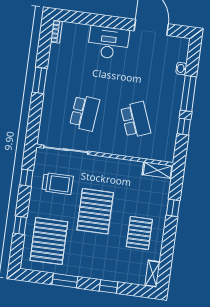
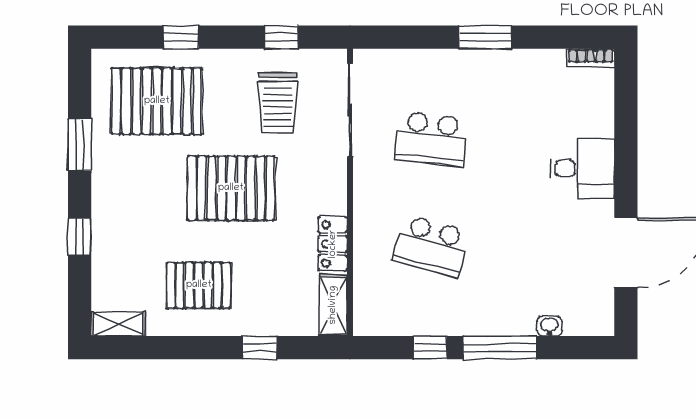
desk: (108, 43) -> (583, 168), width x0.73
school desk: (136, 120) -> (431, 246), turned 36
locker: (128, 166) -> (333, 244), added

